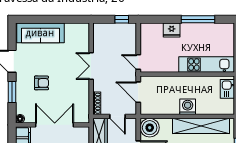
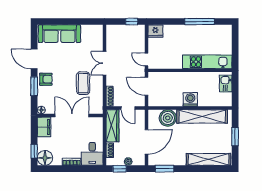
fridge: (172, 30) -> (155, 31), moved
armchair: (41, 83) -> (46, 79), moved
coffee table: (67, 88) -> (83, 83), added
boiler: (150, 128) -> (168, 118), moved

